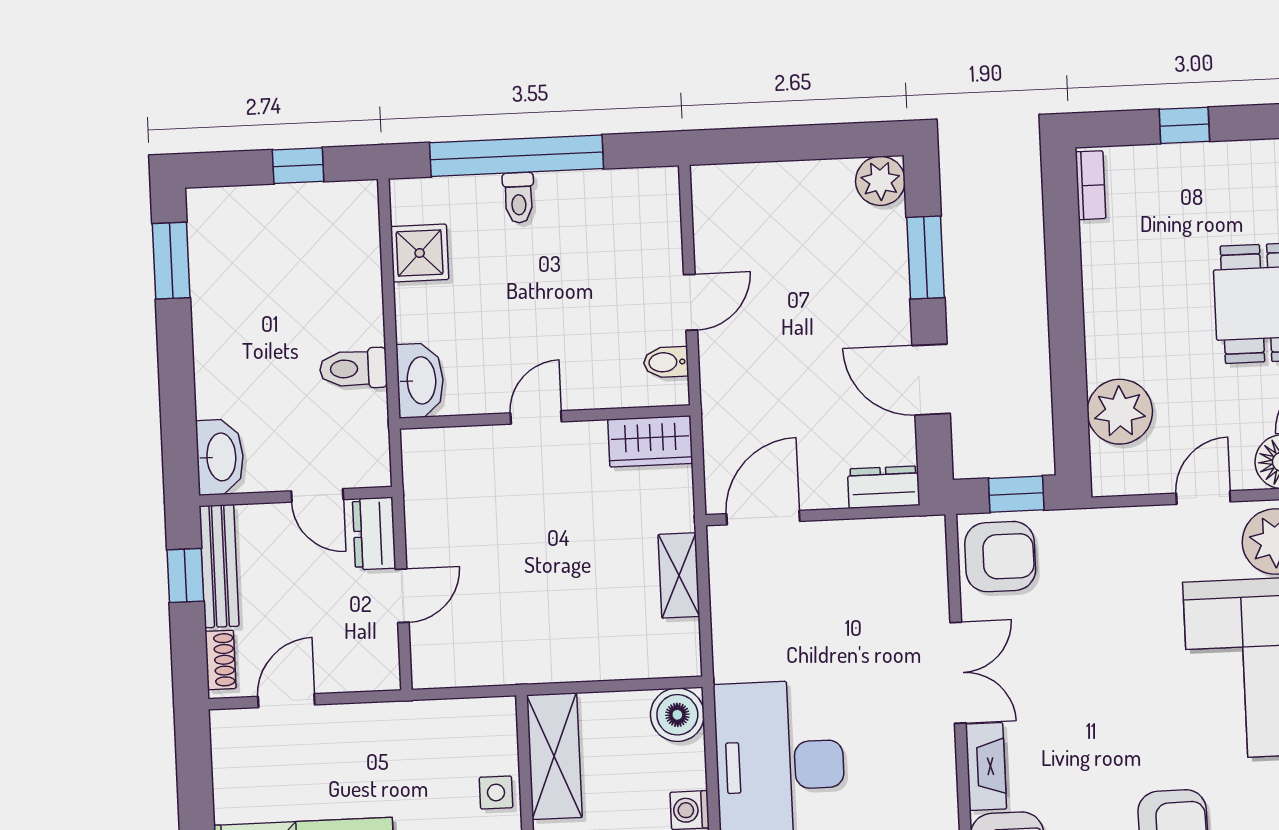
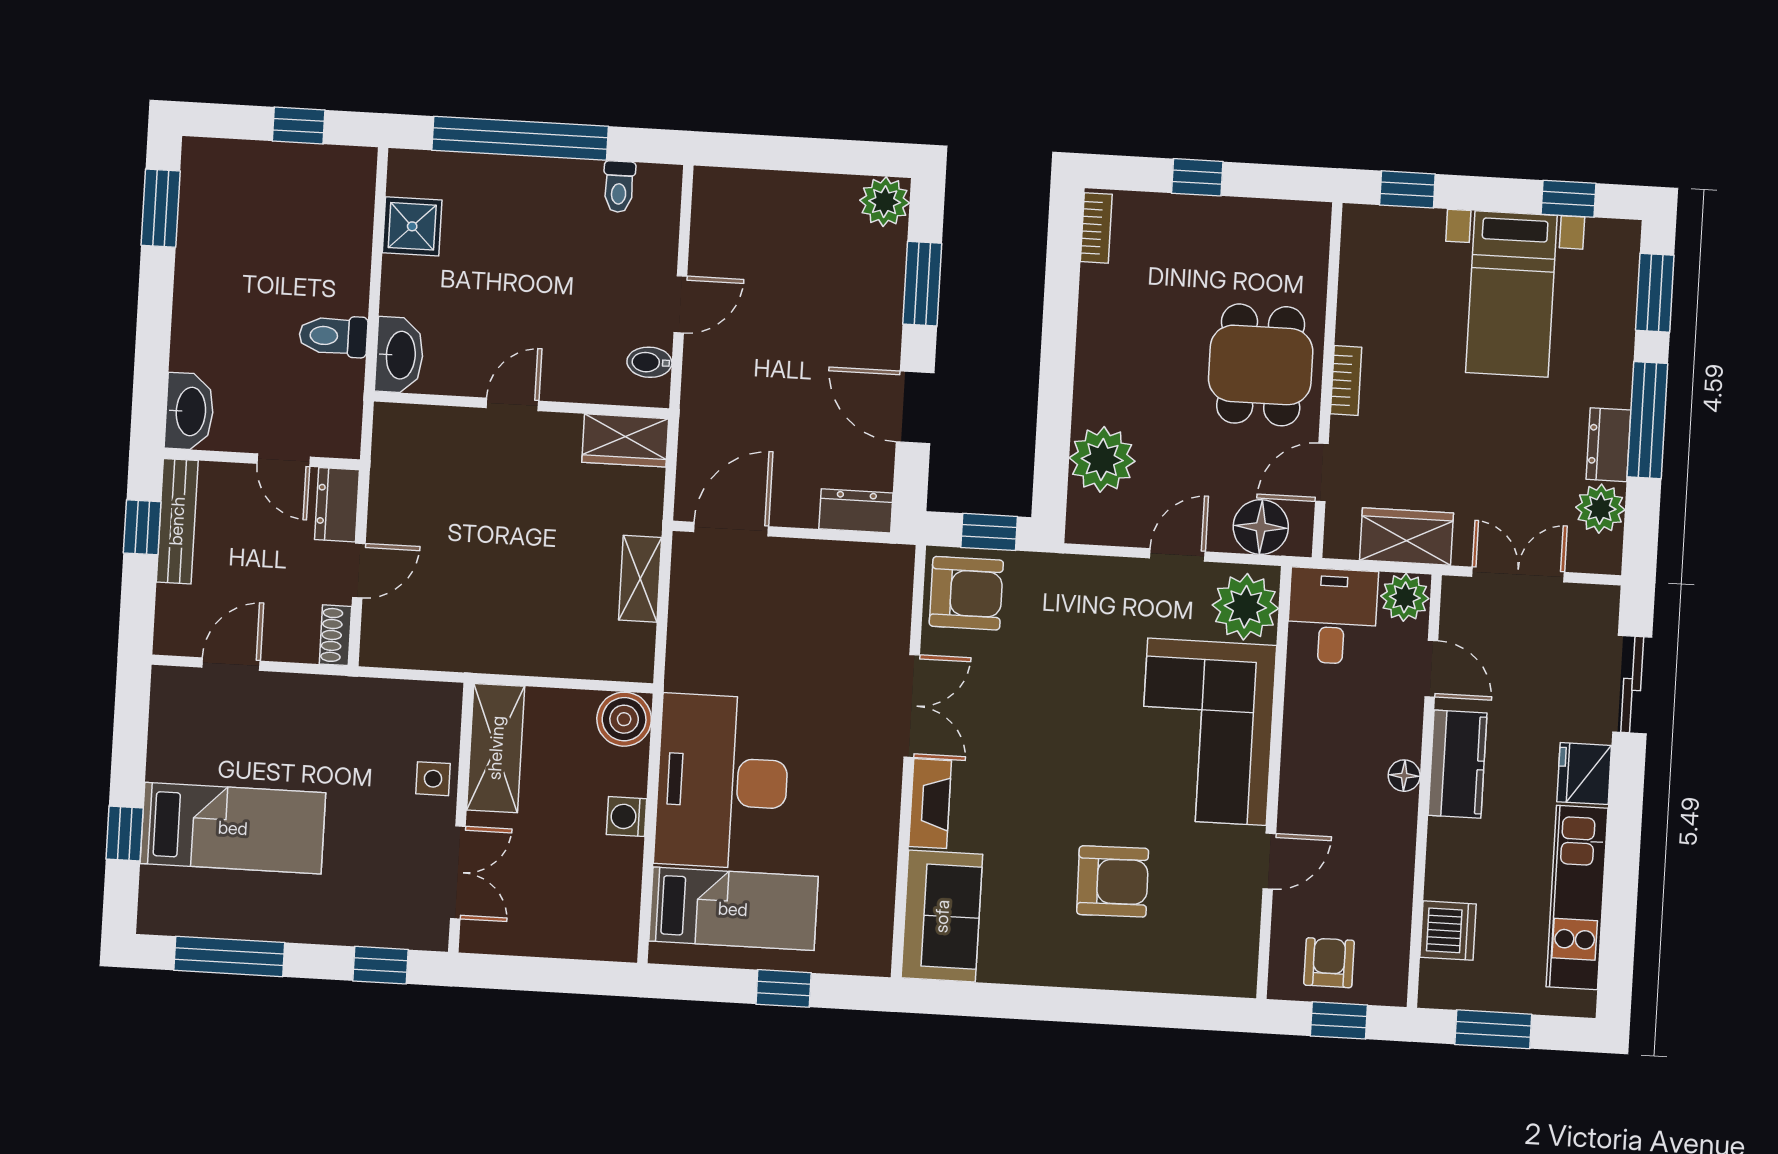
toilet: (519, 198) -> (619, 187), moved
shoe rack: (220, 660) -> (335, 635), moved, turned 180

